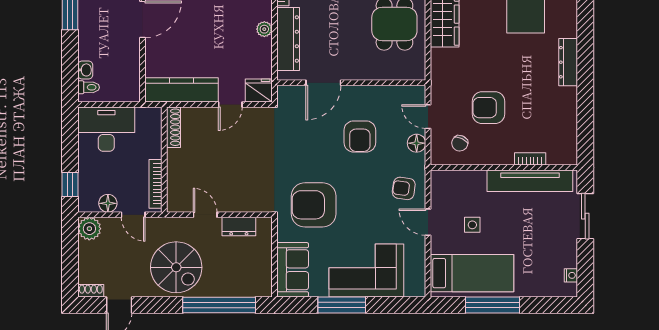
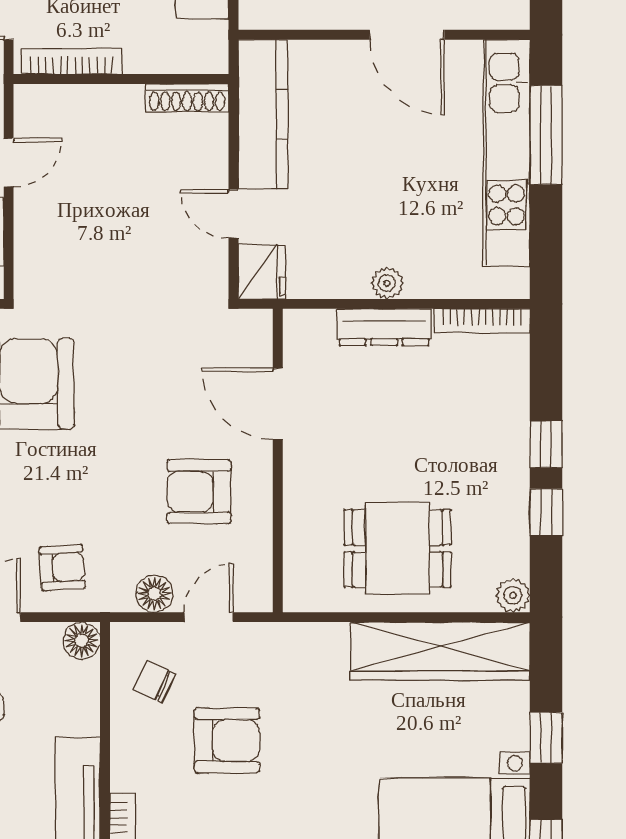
dresser: (288, 39) -> (384, 327), width x0.73, depth x0.80
armchair: (488, 108) -> (227, 740), turned 90
armchair: (360, 136) -> (199, 492), moved
floor lamp: (440, 179) -> (82, 641), added
armchair: (404, 188) -> (62, 568), turned 78

